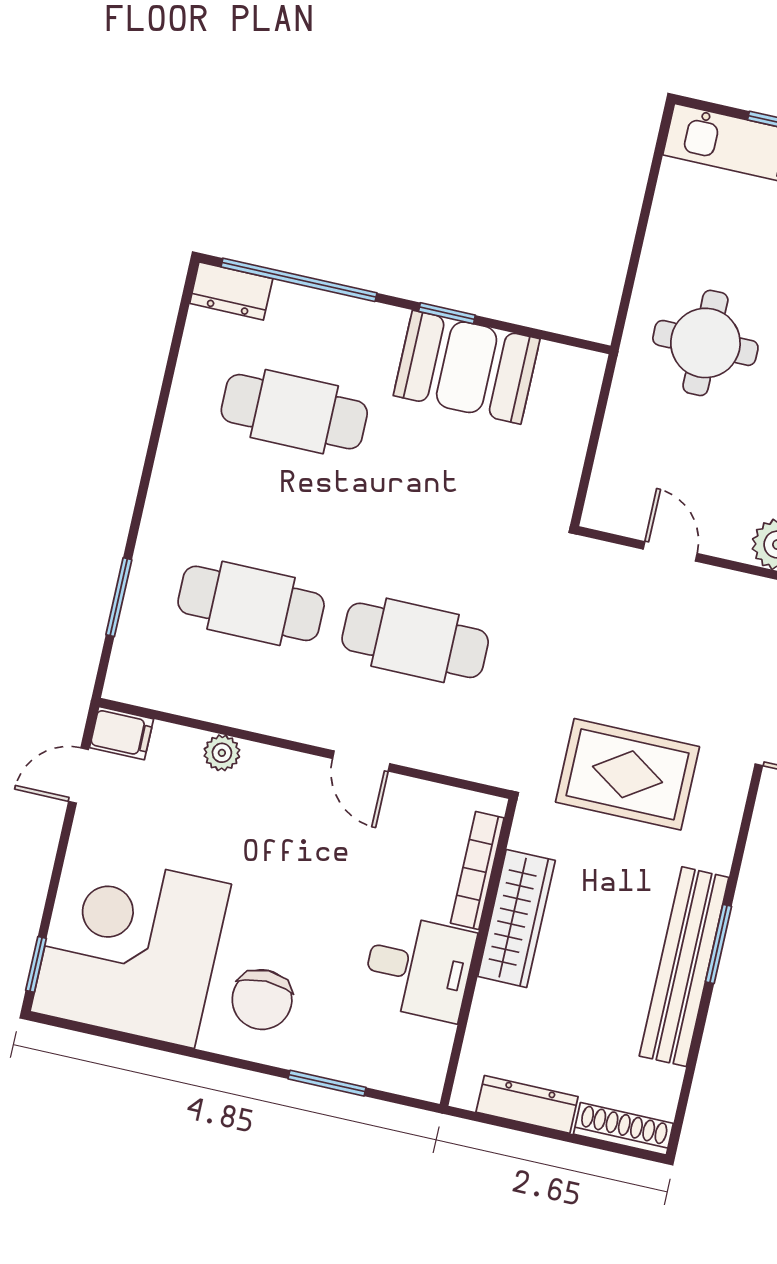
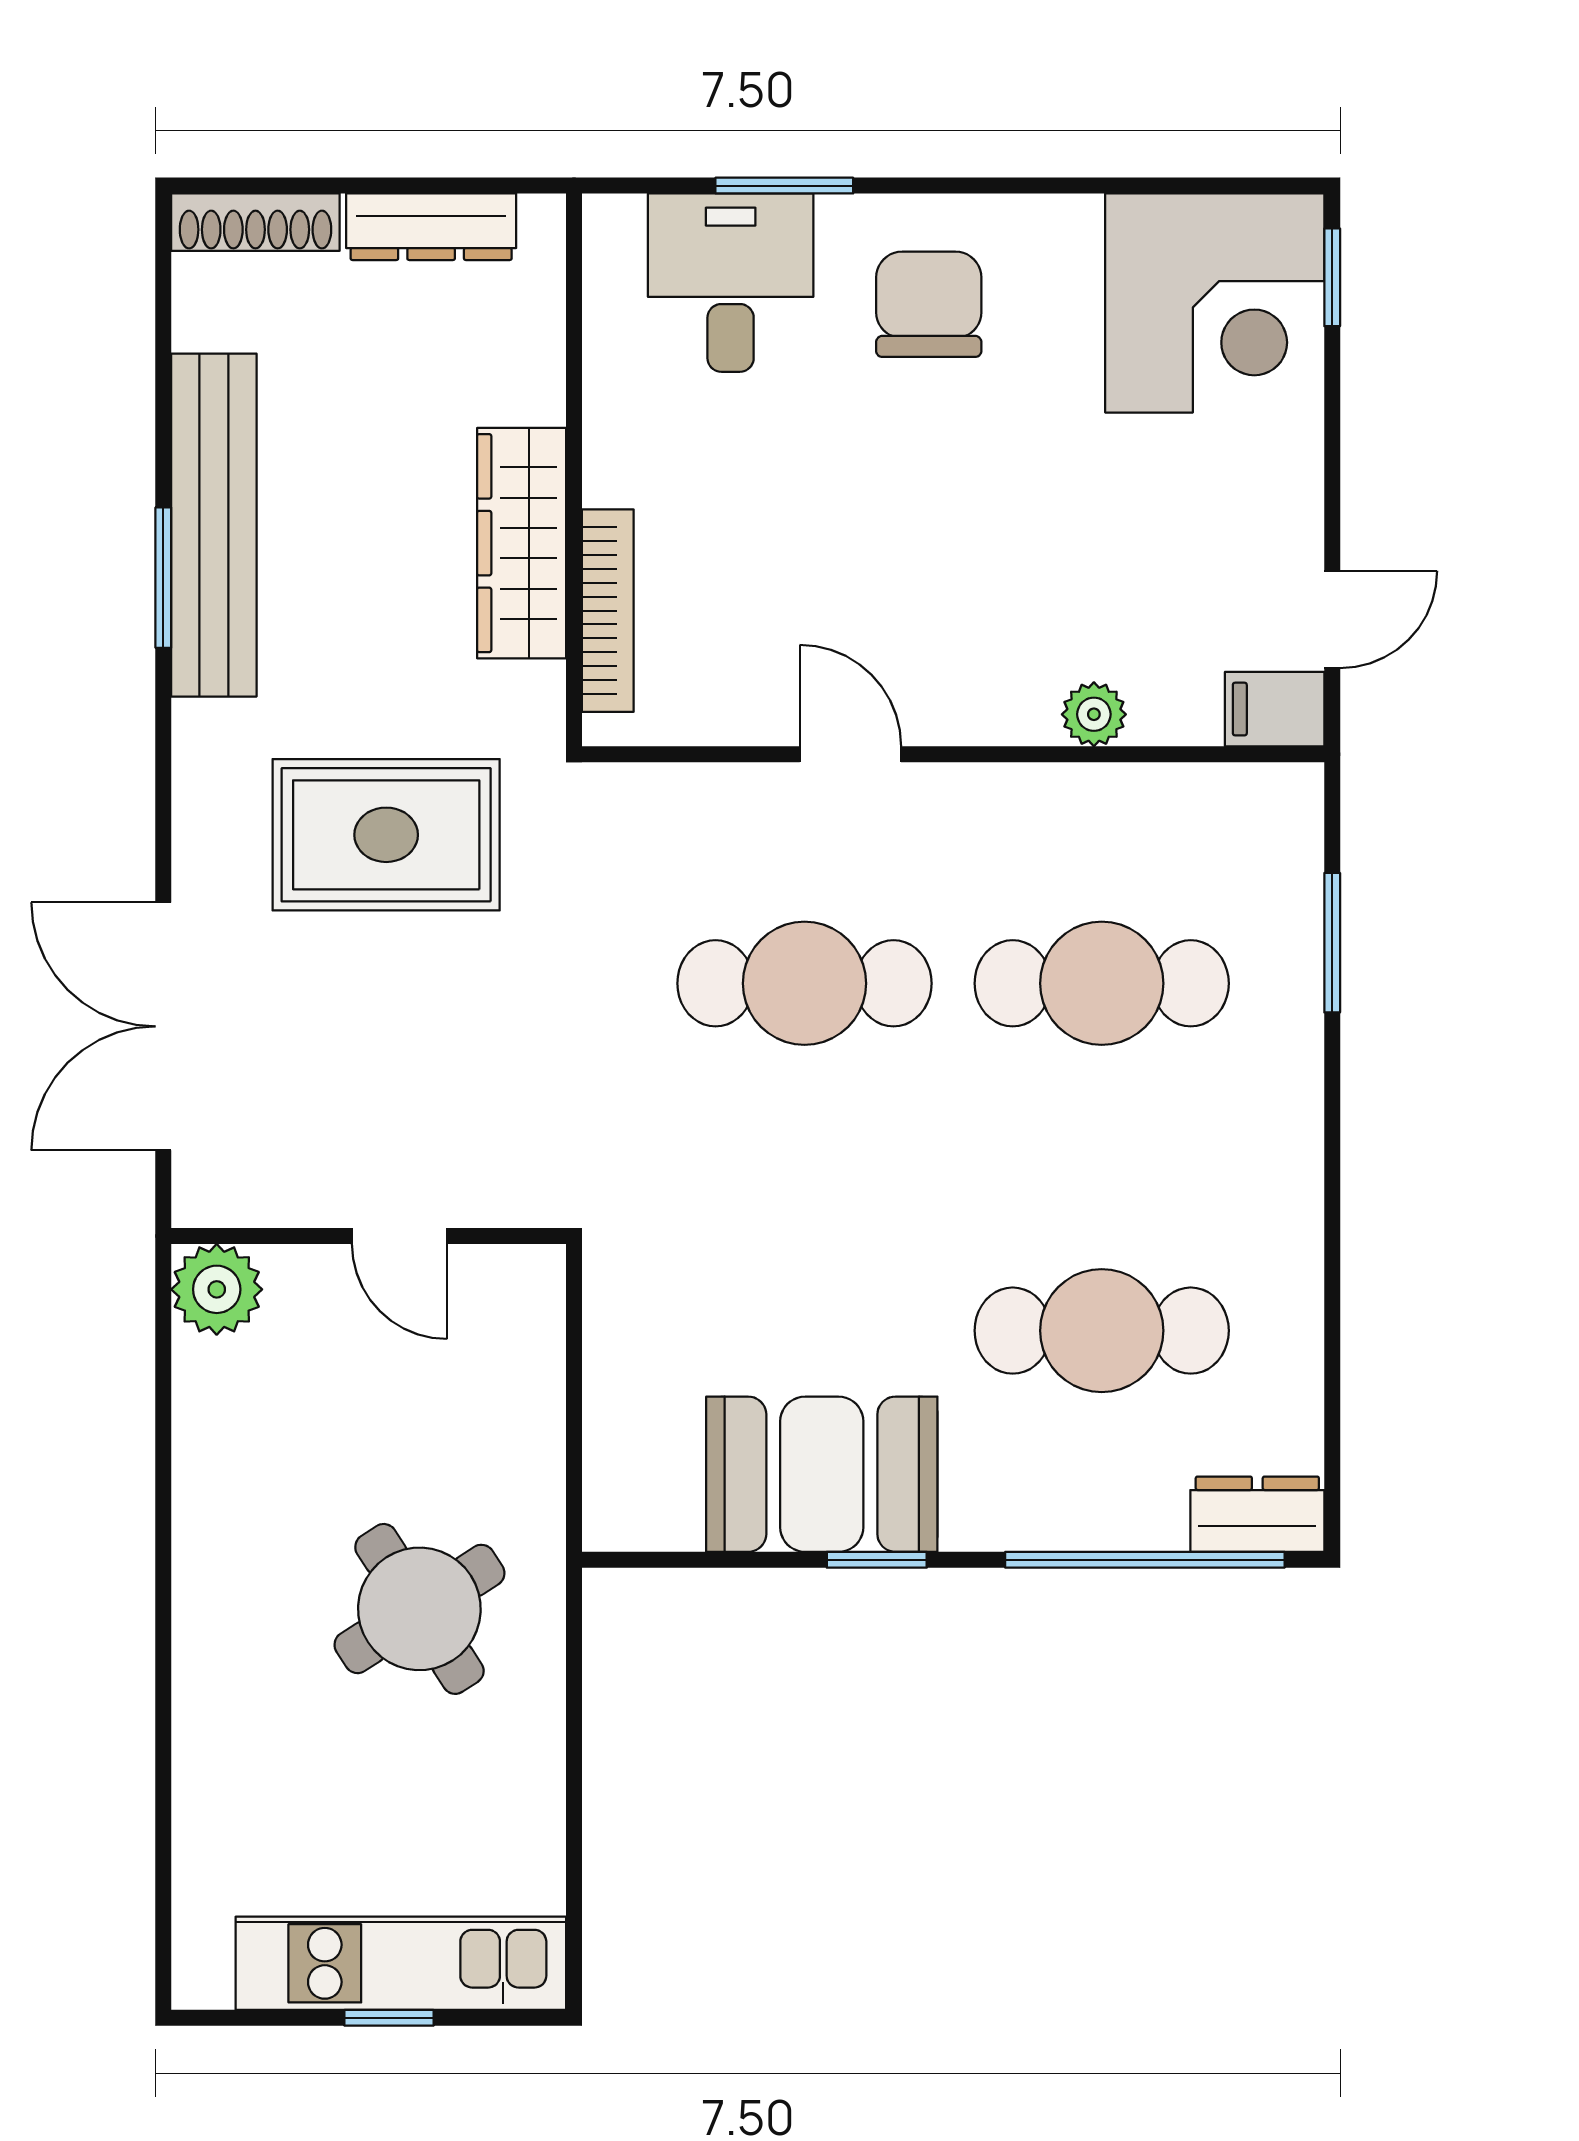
round table: (705, 343) -> (419, 1609), turned -33
corner desk: (131, 948) -> (1215, 303), width x0.74, depth x0.74
desk: (419, 968) -> (731, 283), moved, turned 90

